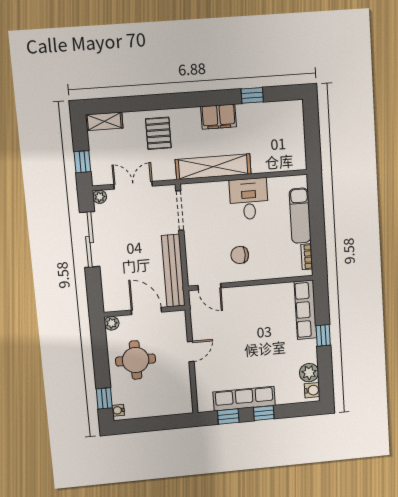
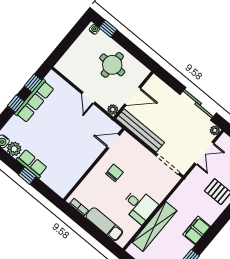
shelving: (213, 167) -> (154, 226), moved
row of seats: (305, 310) -> (32, 164), moved, width x0.68
plant: (112, 323) -> (113, 110), moved

